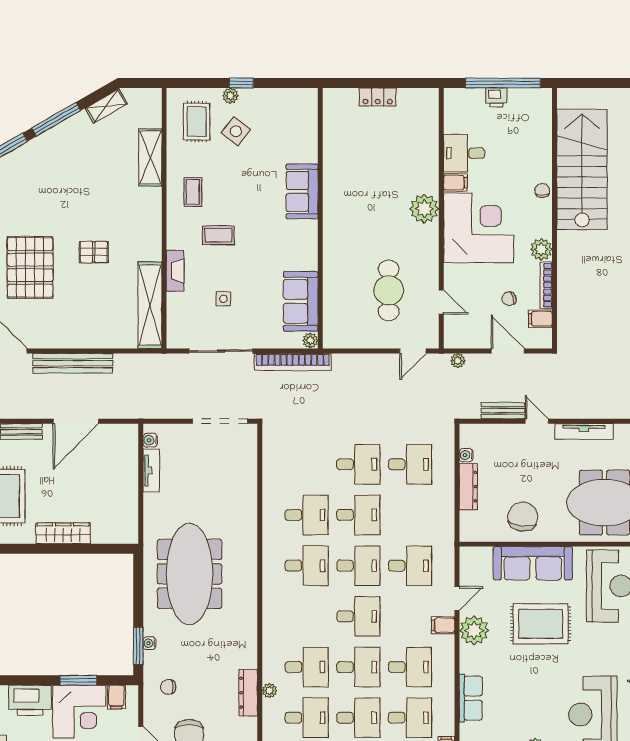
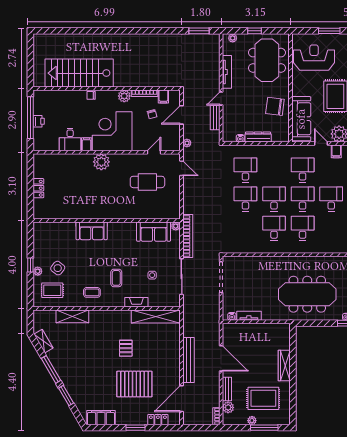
sofa: (533, 563) -> (301, 119), moved

